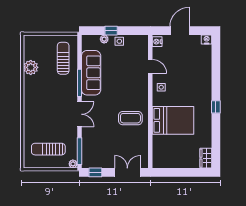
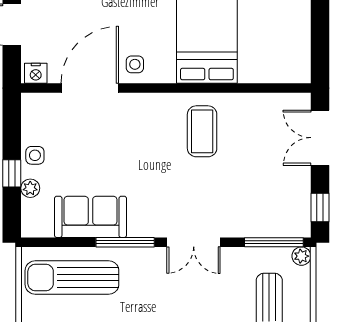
sun lounger: (63, 58) -> (72, 277), width x1.36, depth x1.34
door: (150, 67) -> (90, 88), width x1.87
sofa: (91, 73) -> (90, 217), width x0.73
double door: (79, 114) -> (194, 242), swing flipped

